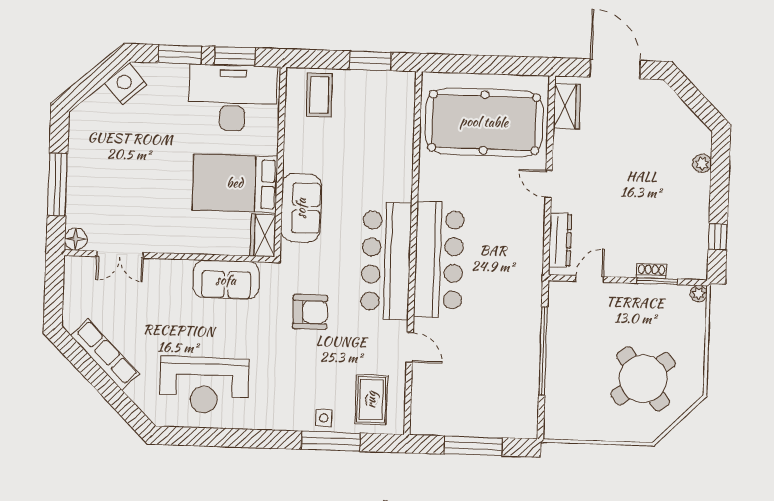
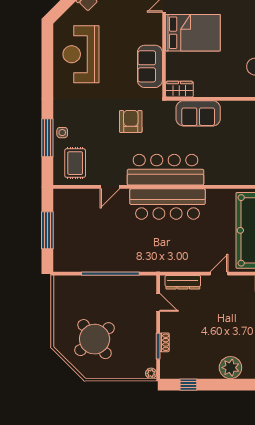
plant: (702, 163) -> (230, 368), width x1.87, depth x1.87
bed: (235, 183) -> (193, 33), moved, turned 90
armchair: (310, 312) -> (131, 121), turned 180
rug: (371, 400) -> (75, 163), turned 90

